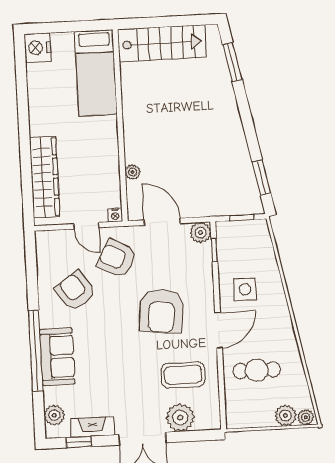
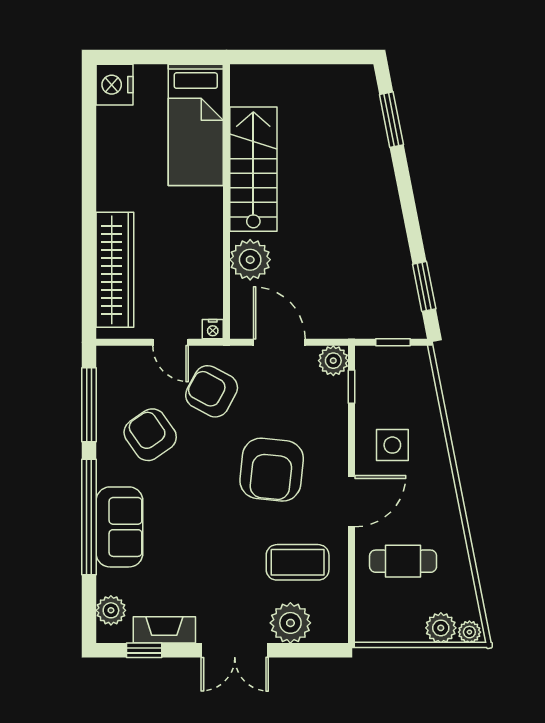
stairs: (162, 43) -> (253, 169), moved, turned -90
plant: (133, 172) -> (250, 260), width x1.88, depth x1.88
window: (32, 272) -> (89, 405), added

